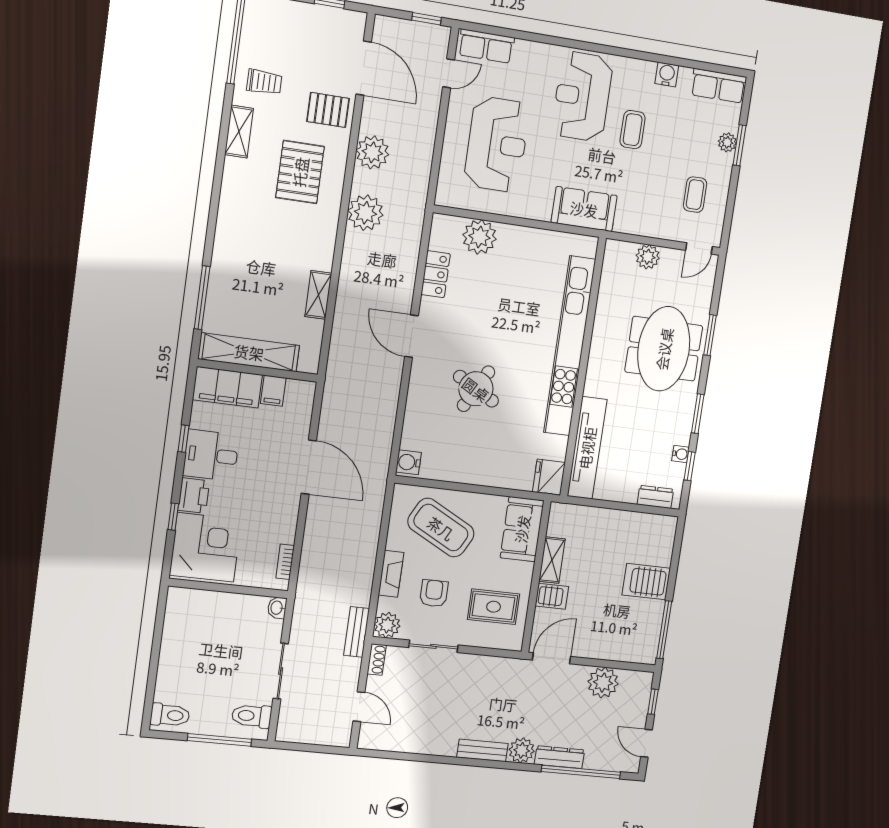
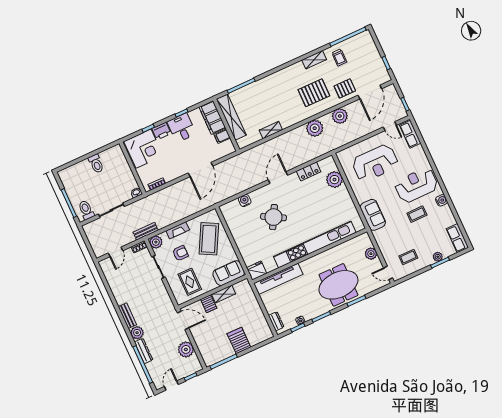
water cooler: (667, 74) -> (442, 200), moved
pallet: (328, 110) -> (345, 88), turned 90
water cooler: (409, 462) -> (245, 200), moved
toilet: (170, 715) -> (96, 164), moved

